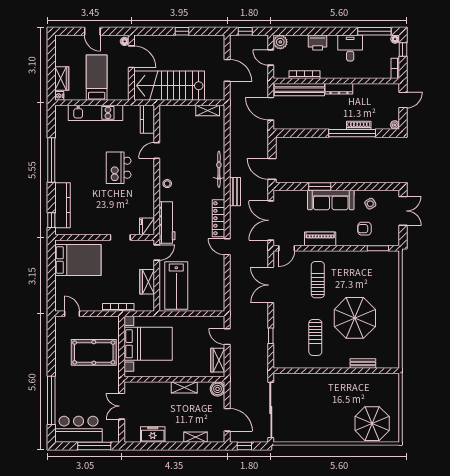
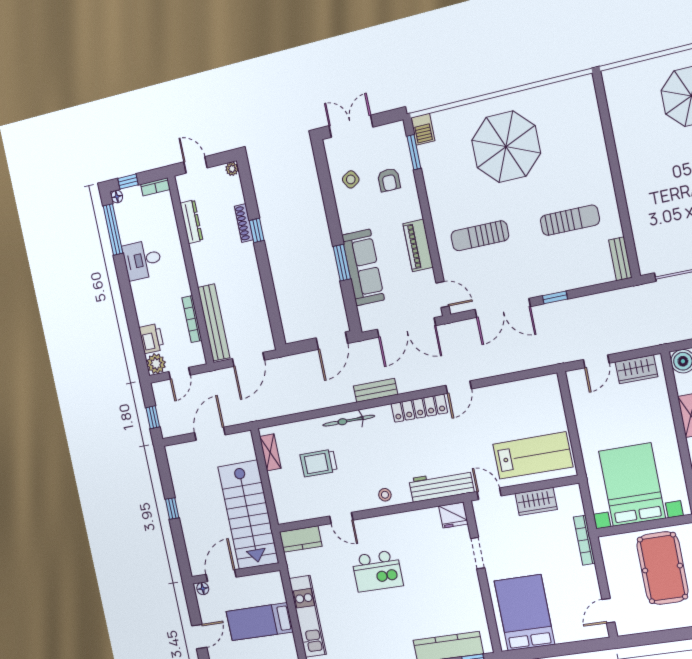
printer: (318, 42) -> (151, 339), moved
dresser: (339, 89) -> (191, 222), moved
window: (352, 133) -> (257, 230), width x0.32
trolley: (195, 143) -> (319, 463), added
sofa: (331, 200) -> (363, 267), moved
barbecue: (390, 257) -> (423, 129), added
parasol: (355, 318) -> (506, 147), moved
window: (271, 336) -> (555, 297), moved
bench: (363, 363) -> (620, 259), moved

